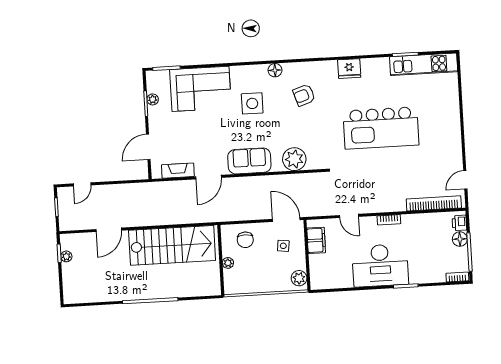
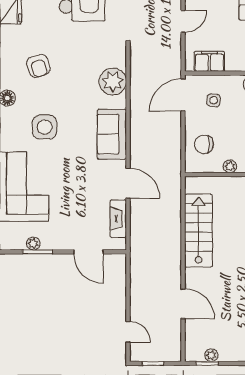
chair: (245, 240) -> (204, 144), turned 180
stairs: (172, 245) -> (198, 231), width x0.73, depth x0.66

